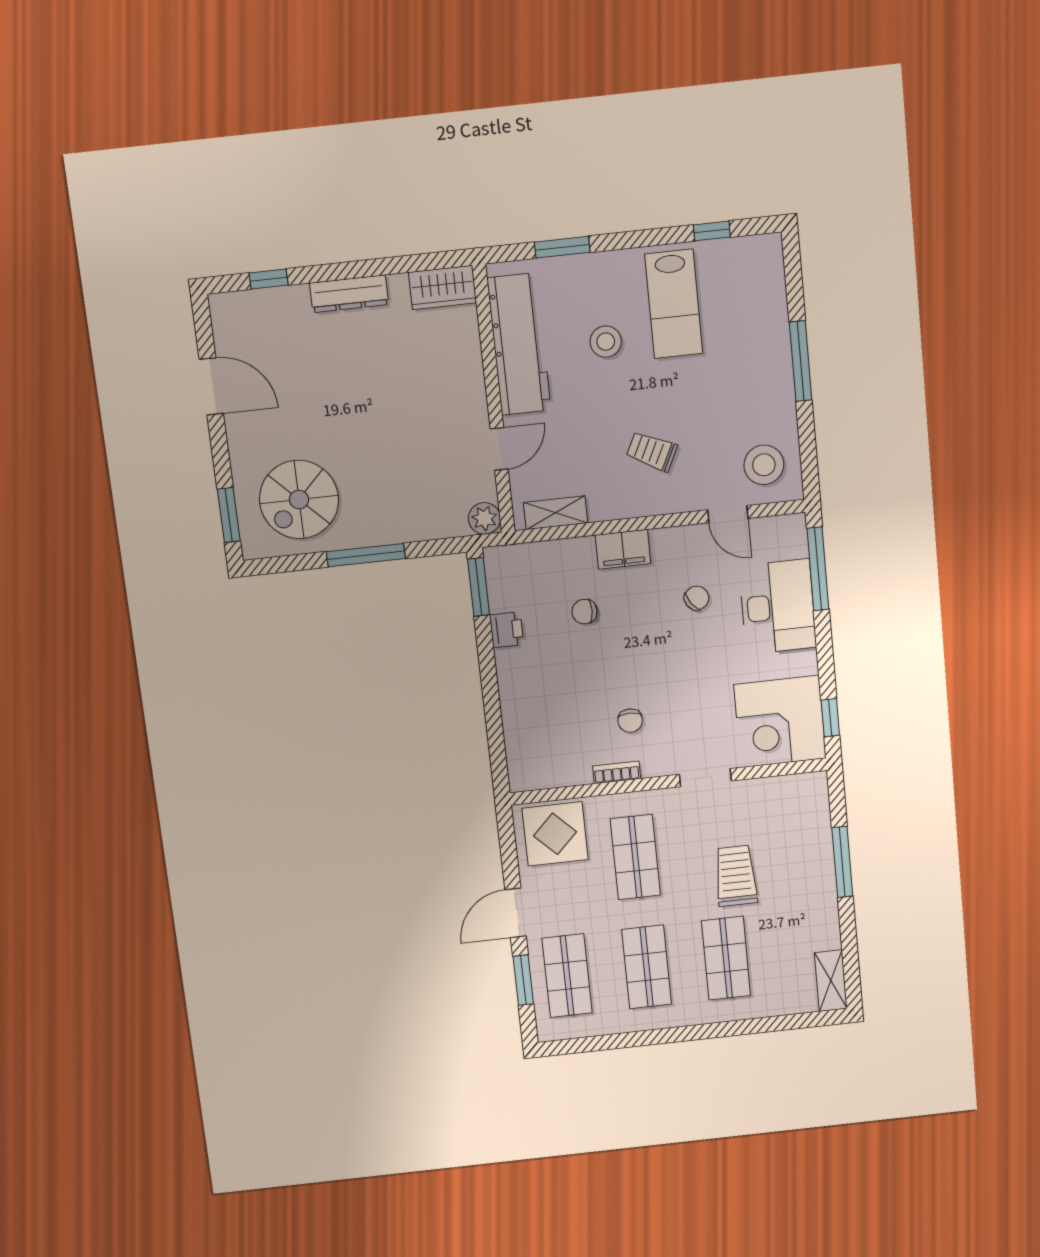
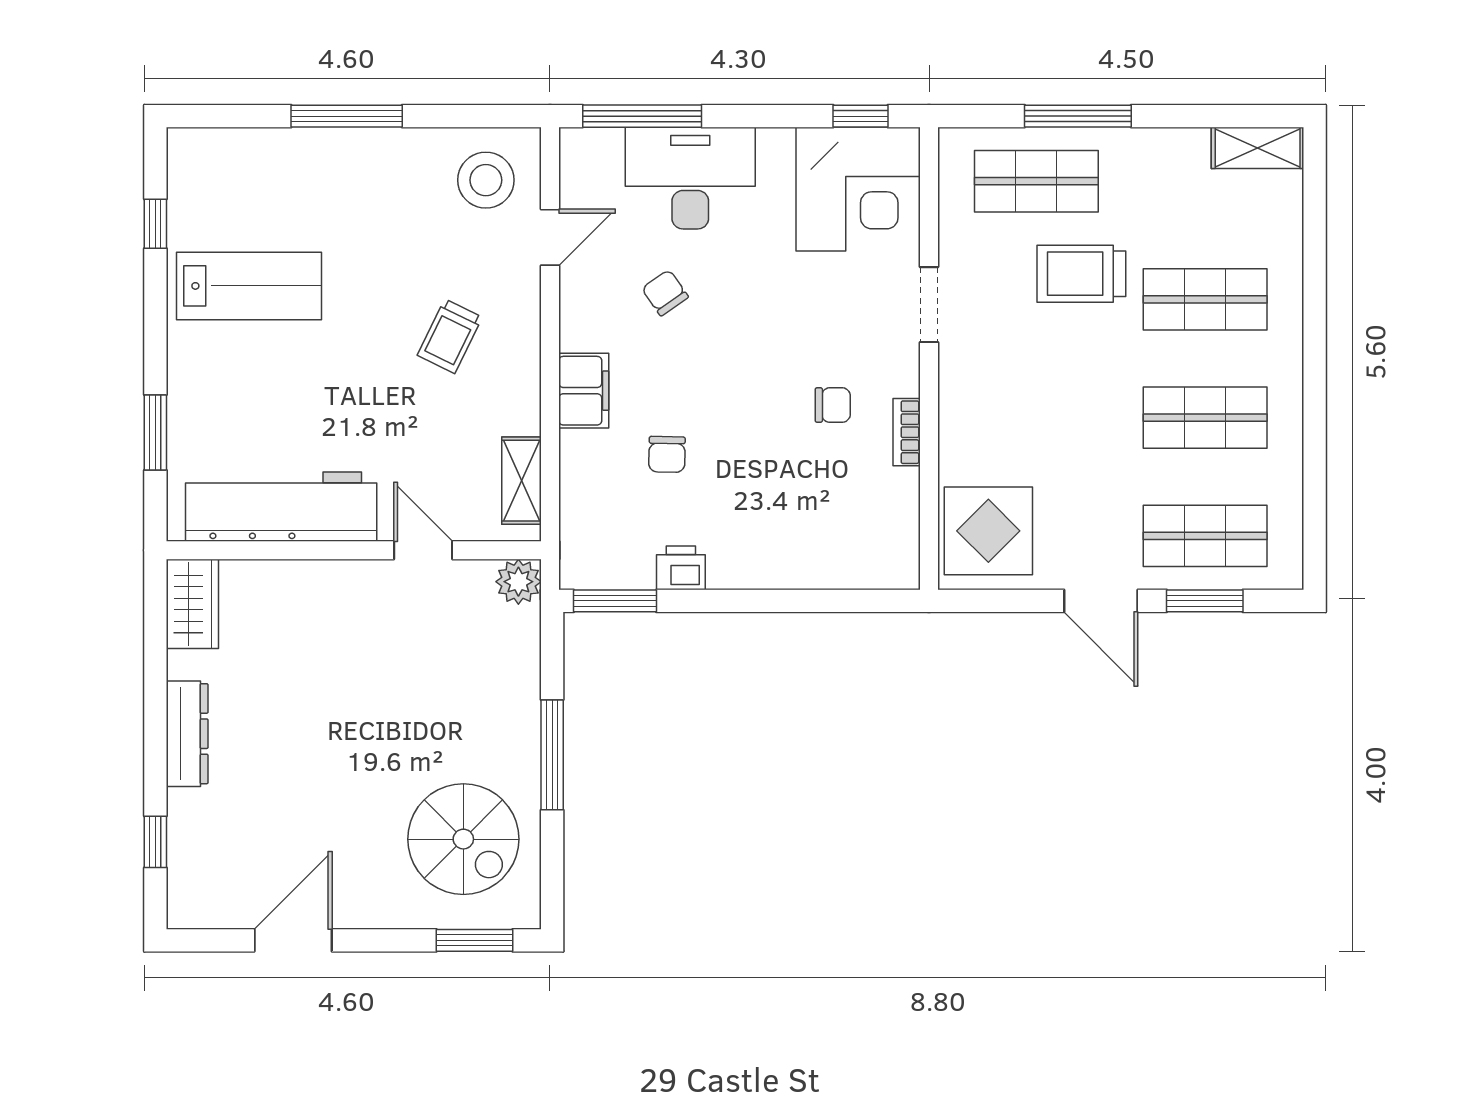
stool: (606, 342) -> (291, 386), removed
shop shelf: (635, 857) -> (1036, 181), moved

